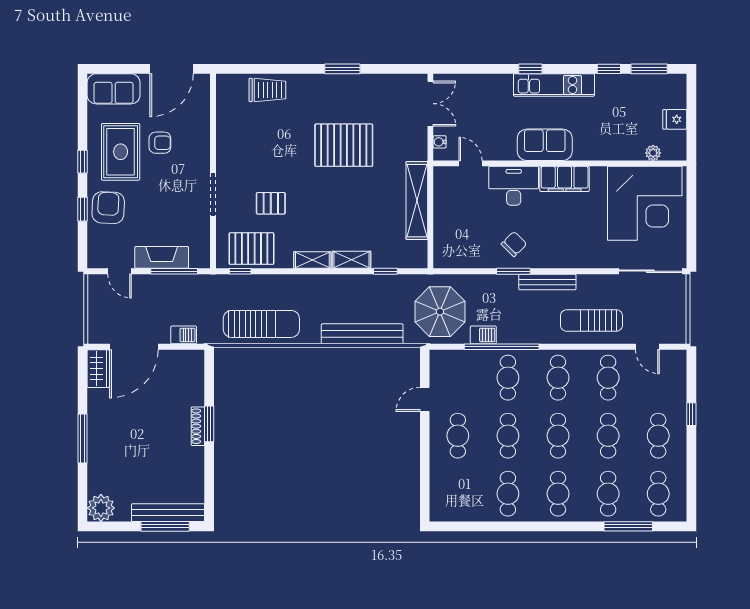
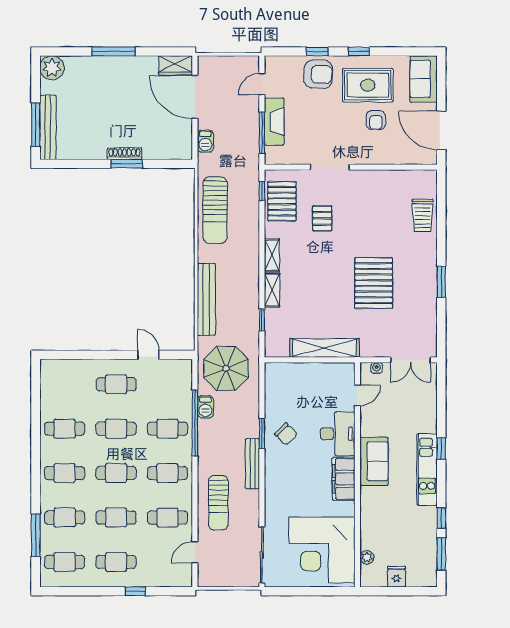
sun lounger: (591, 320) -> (218, 503), turned 180

